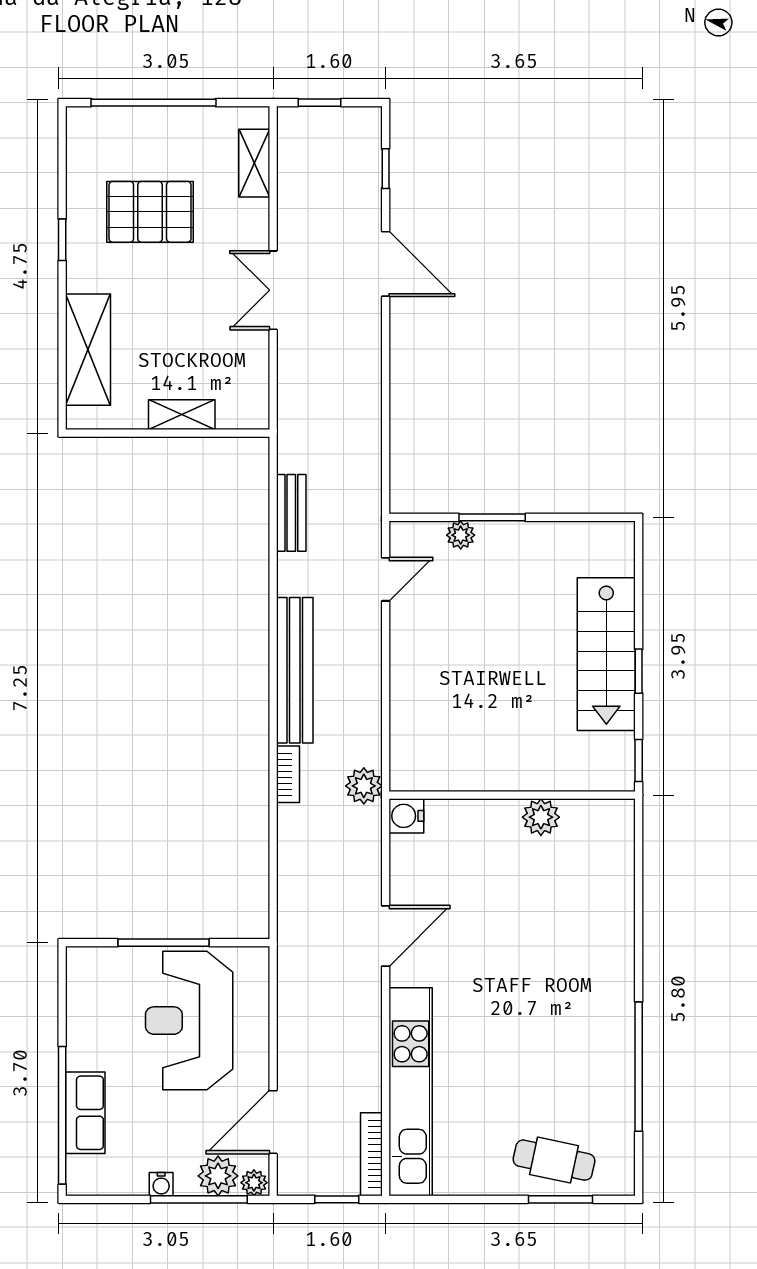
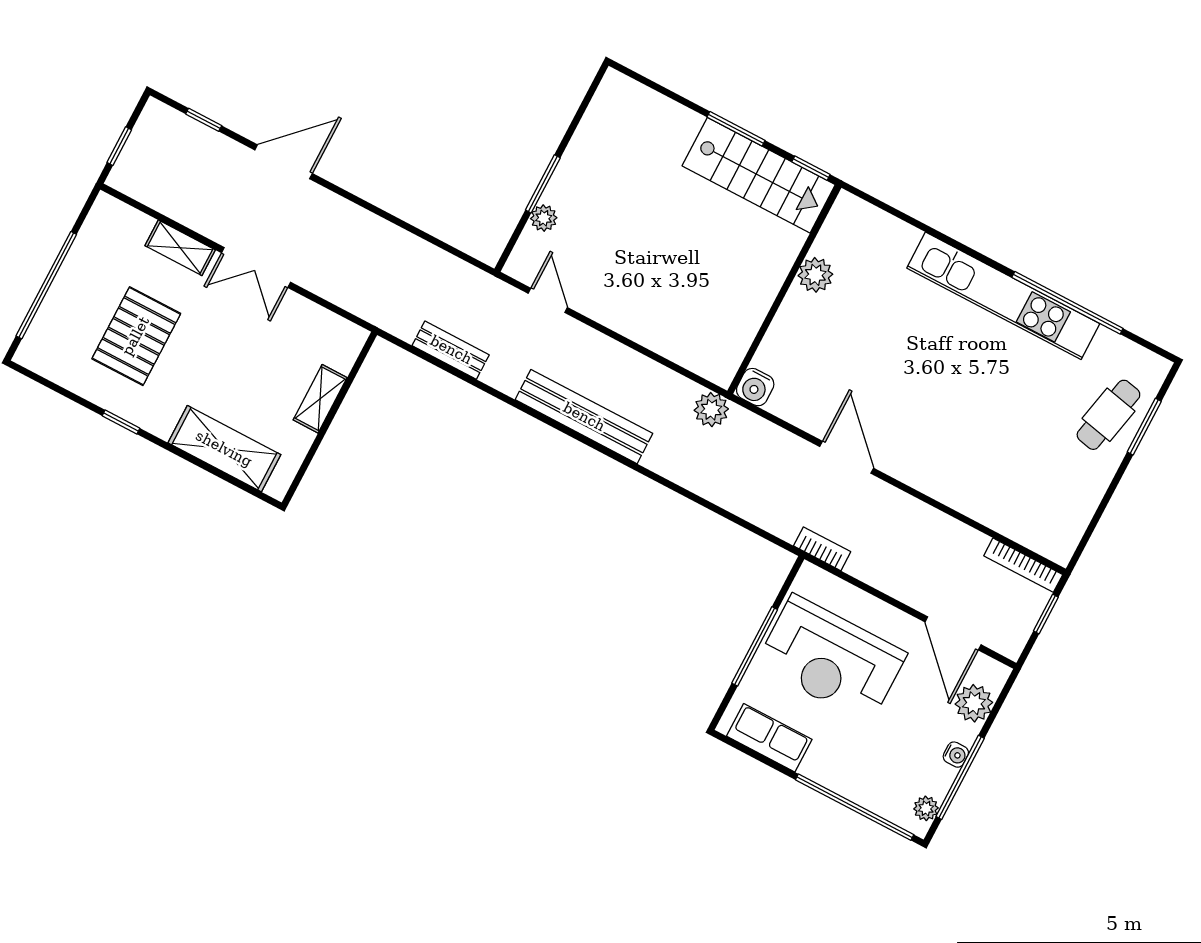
shelving: (254, 163) -> (180, 248), moved
stairs: (606, 654) -> (759, 175), moved
window: (639, 671) -> (736, 129), width x1.50
bookcase: (288, 774) -> (822, 549), moved
kitchen unit: (411, 1092) -> (1003, 296), moved, turned 180
row of seats: (85, 1113) -> (769, 738), moved
plant: (254, 1183) -> (926, 808), moved
window: (199, 1199) -> (960, 777), moved

